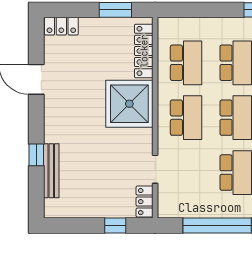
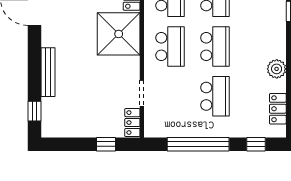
window: (36, 155) -> (34, 111), moved
bench: (51, 171) -> (48, 72), moved

